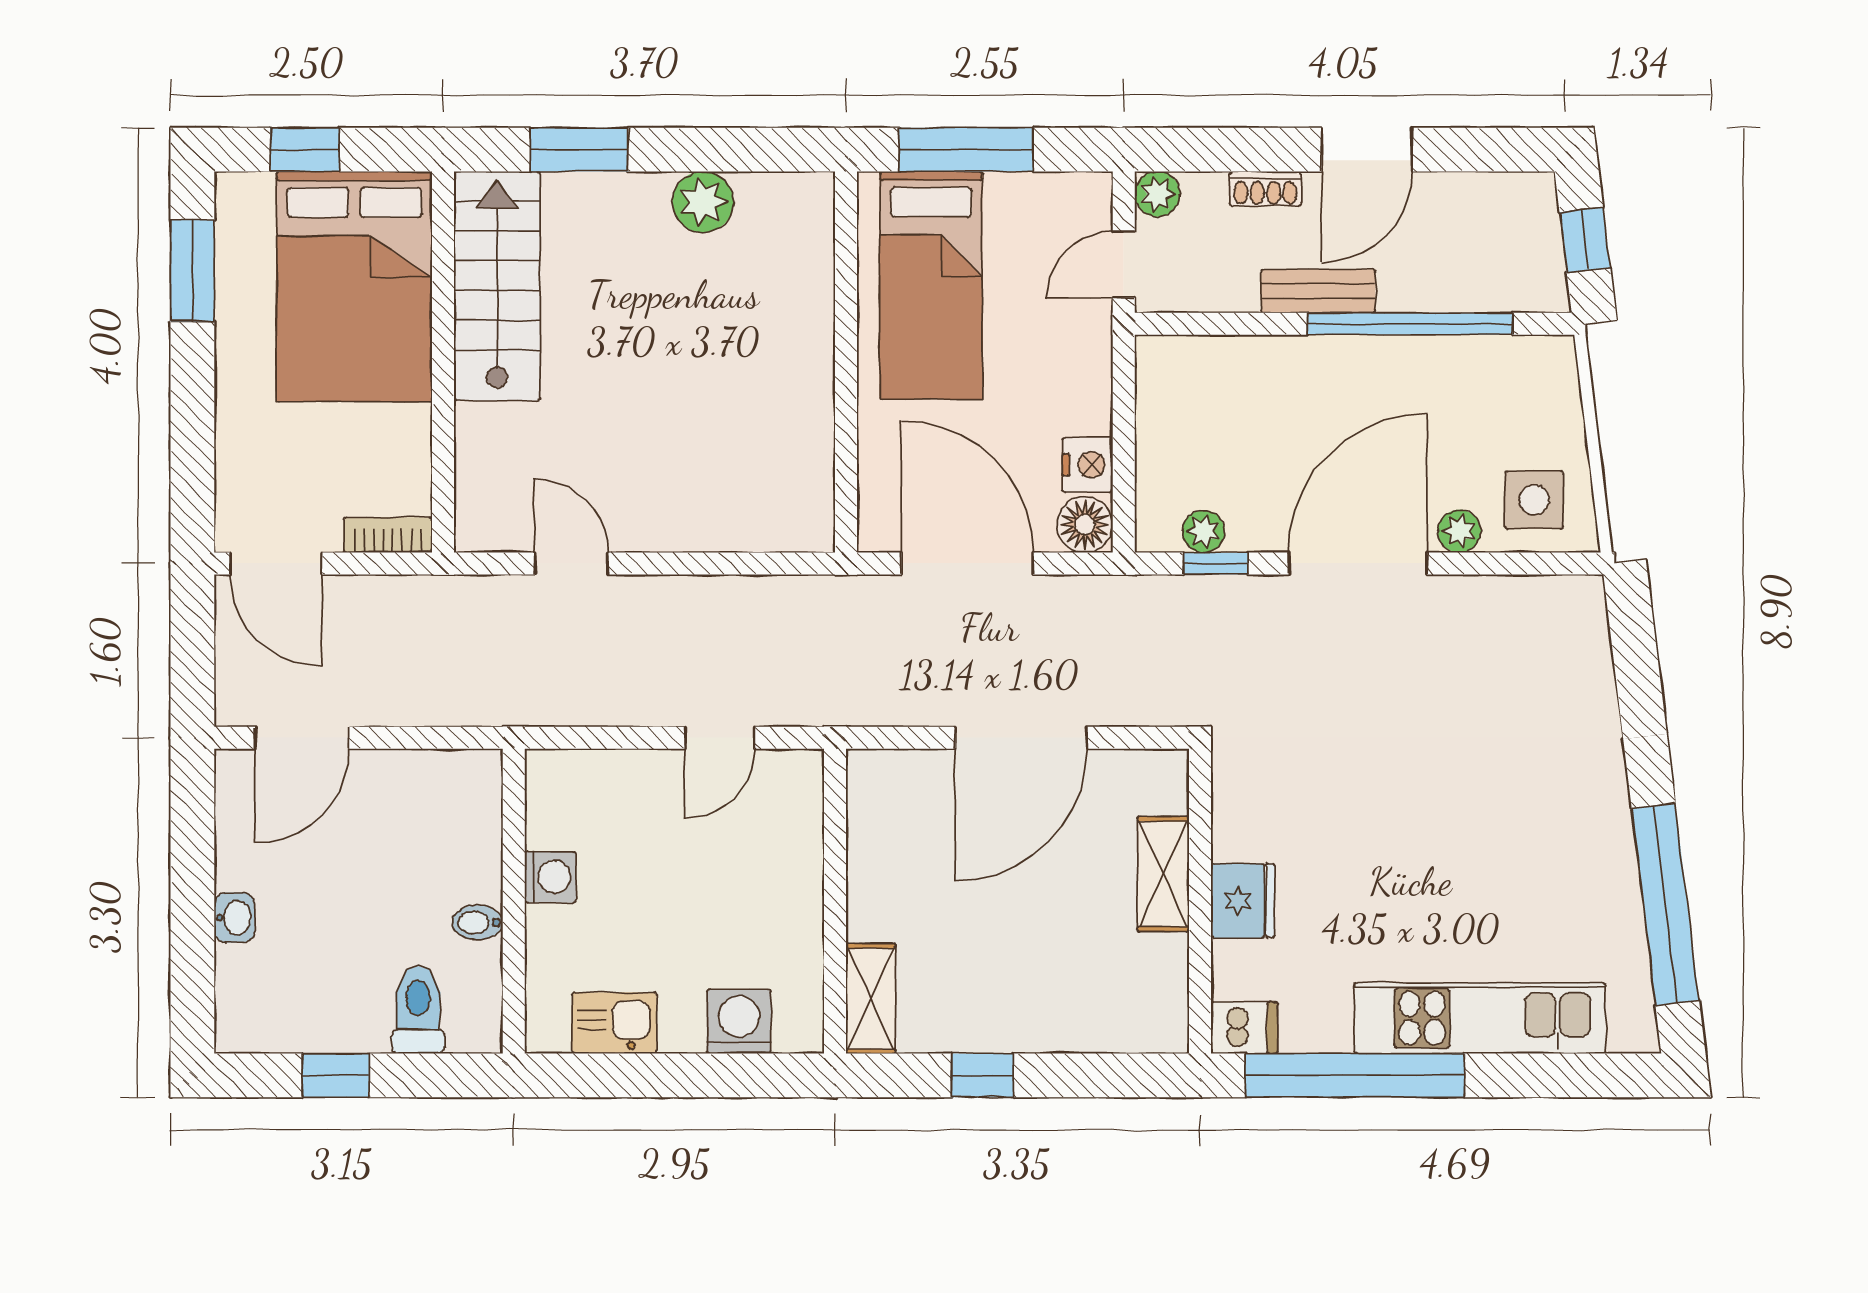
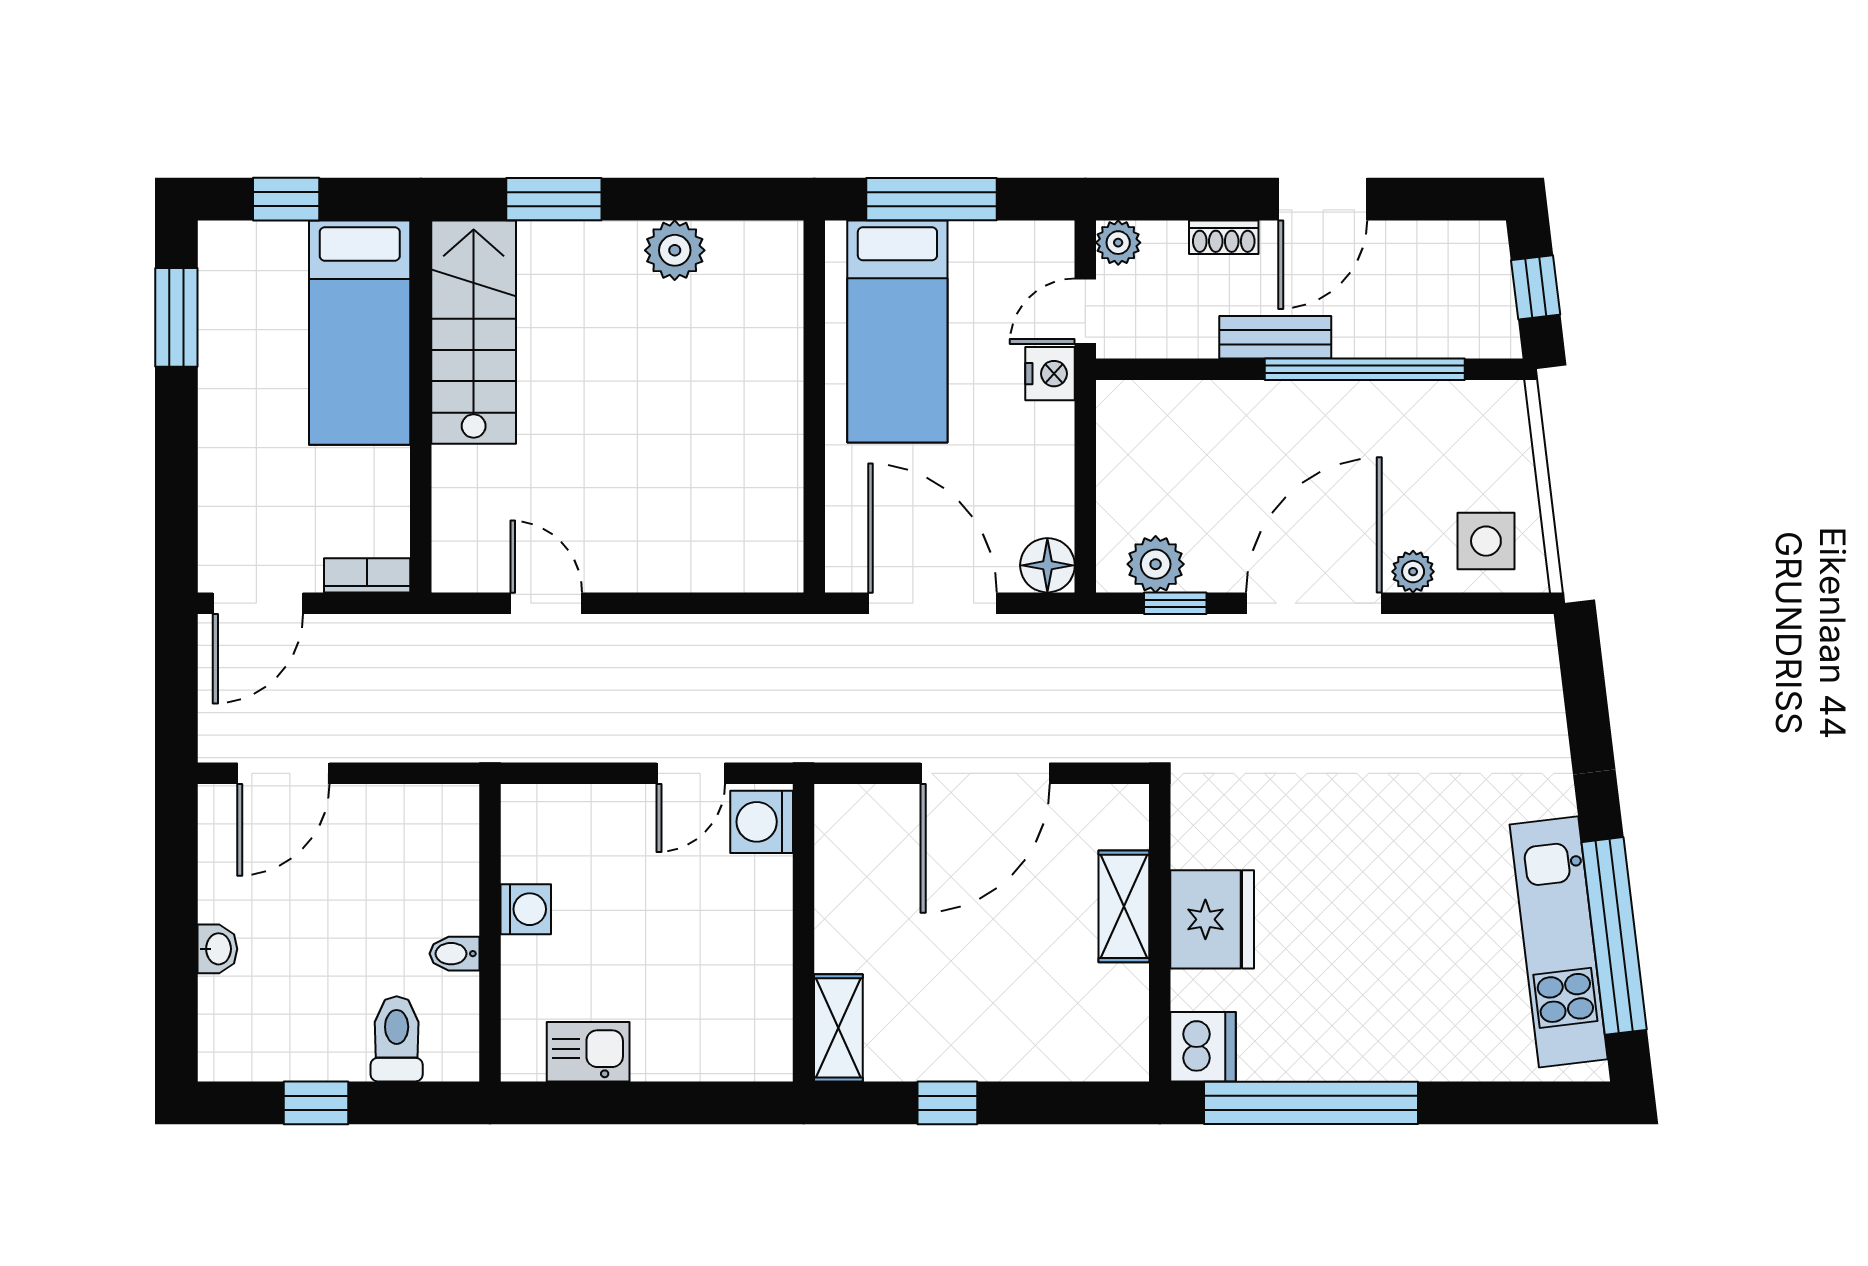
bed: (354, 286) -> (360, 333), width x0.67
nightstand: (1087, 465) -> (1050, 374), moved
plant: (1204, 531) -> (1156, 564), width x1.38, depth x1.38
door: (276, 563) -> (258, 603), hinge flipped
fridge: (1243, 901) -> (1212, 919), width x1.36, depth x1.34
kitchen unit: (1480, 1018) -> (1559, 942), moved, turned -97
washing machine: (739, 1022) -> (762, 822), moved, turned -90
dishwasher: (1244, 1028) -> (1203, 1047), width x1.38

